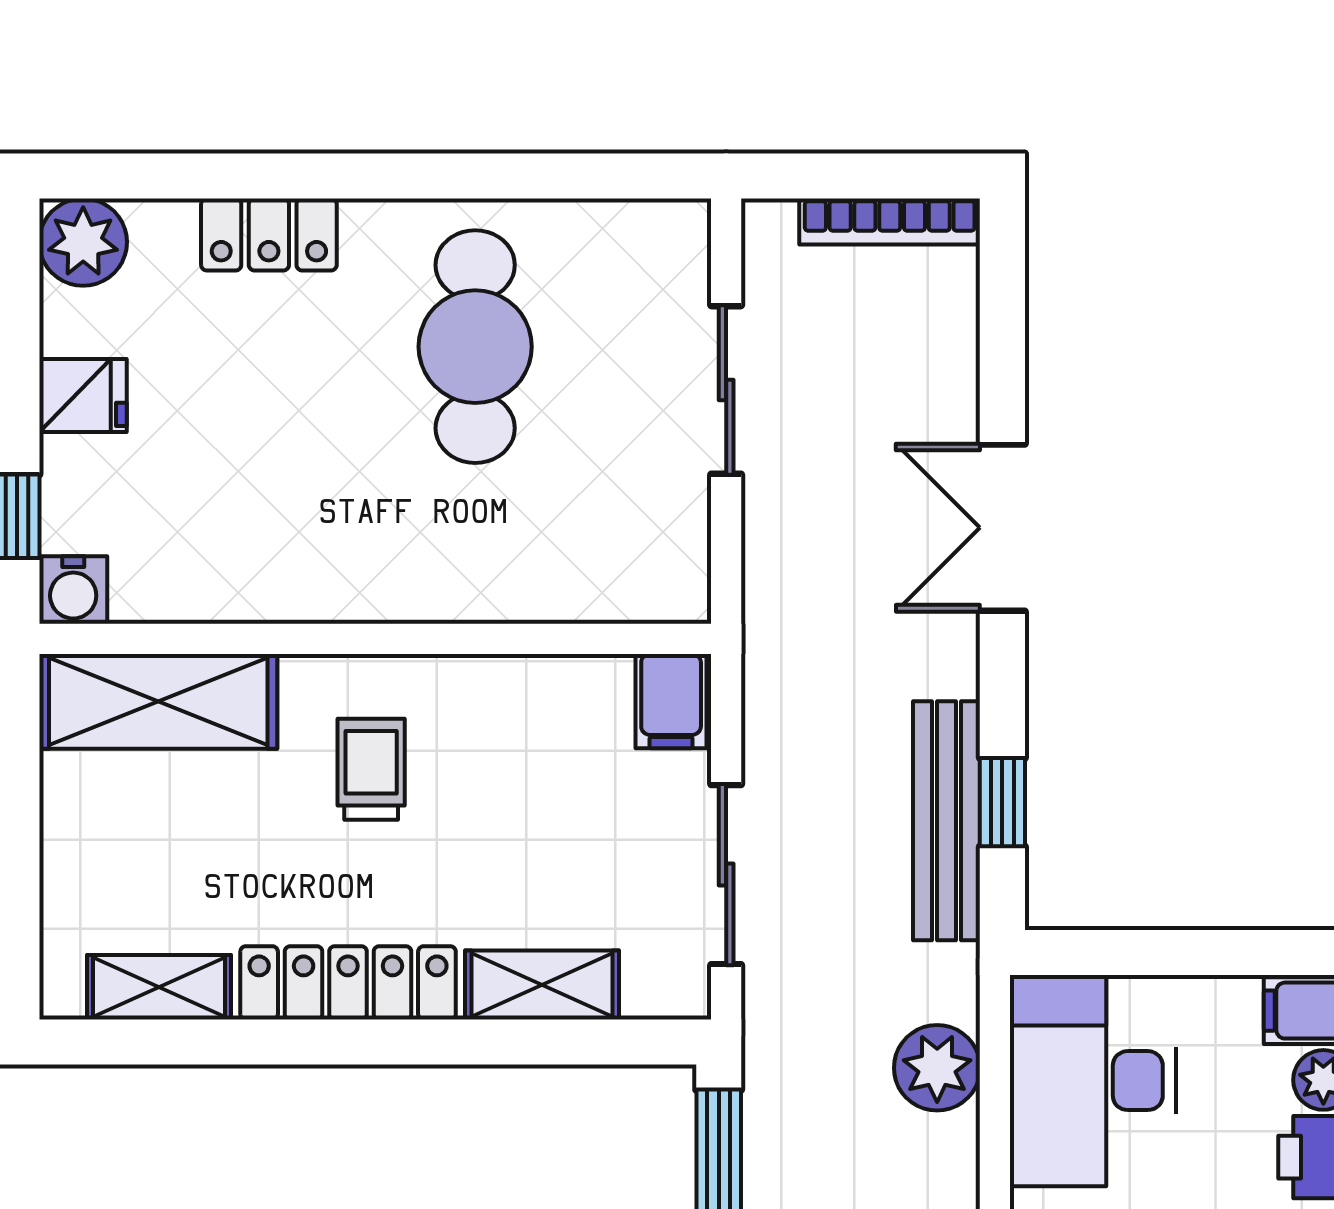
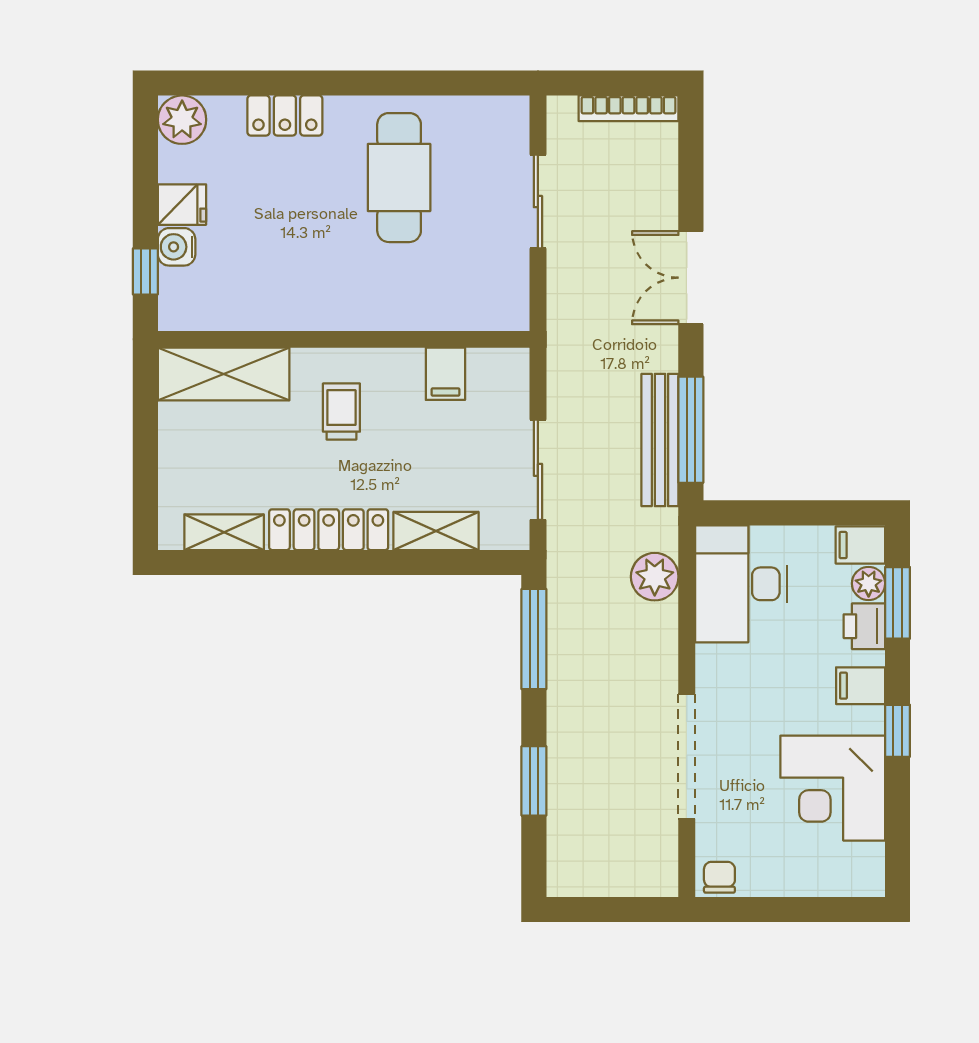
water cooler: (73, 590) -> (177, 247), moved, turned 90
filing cabinet: (671, 701) -> (445, 374), moved
window: (1002, 802) -> (691, 430), width x2.17

